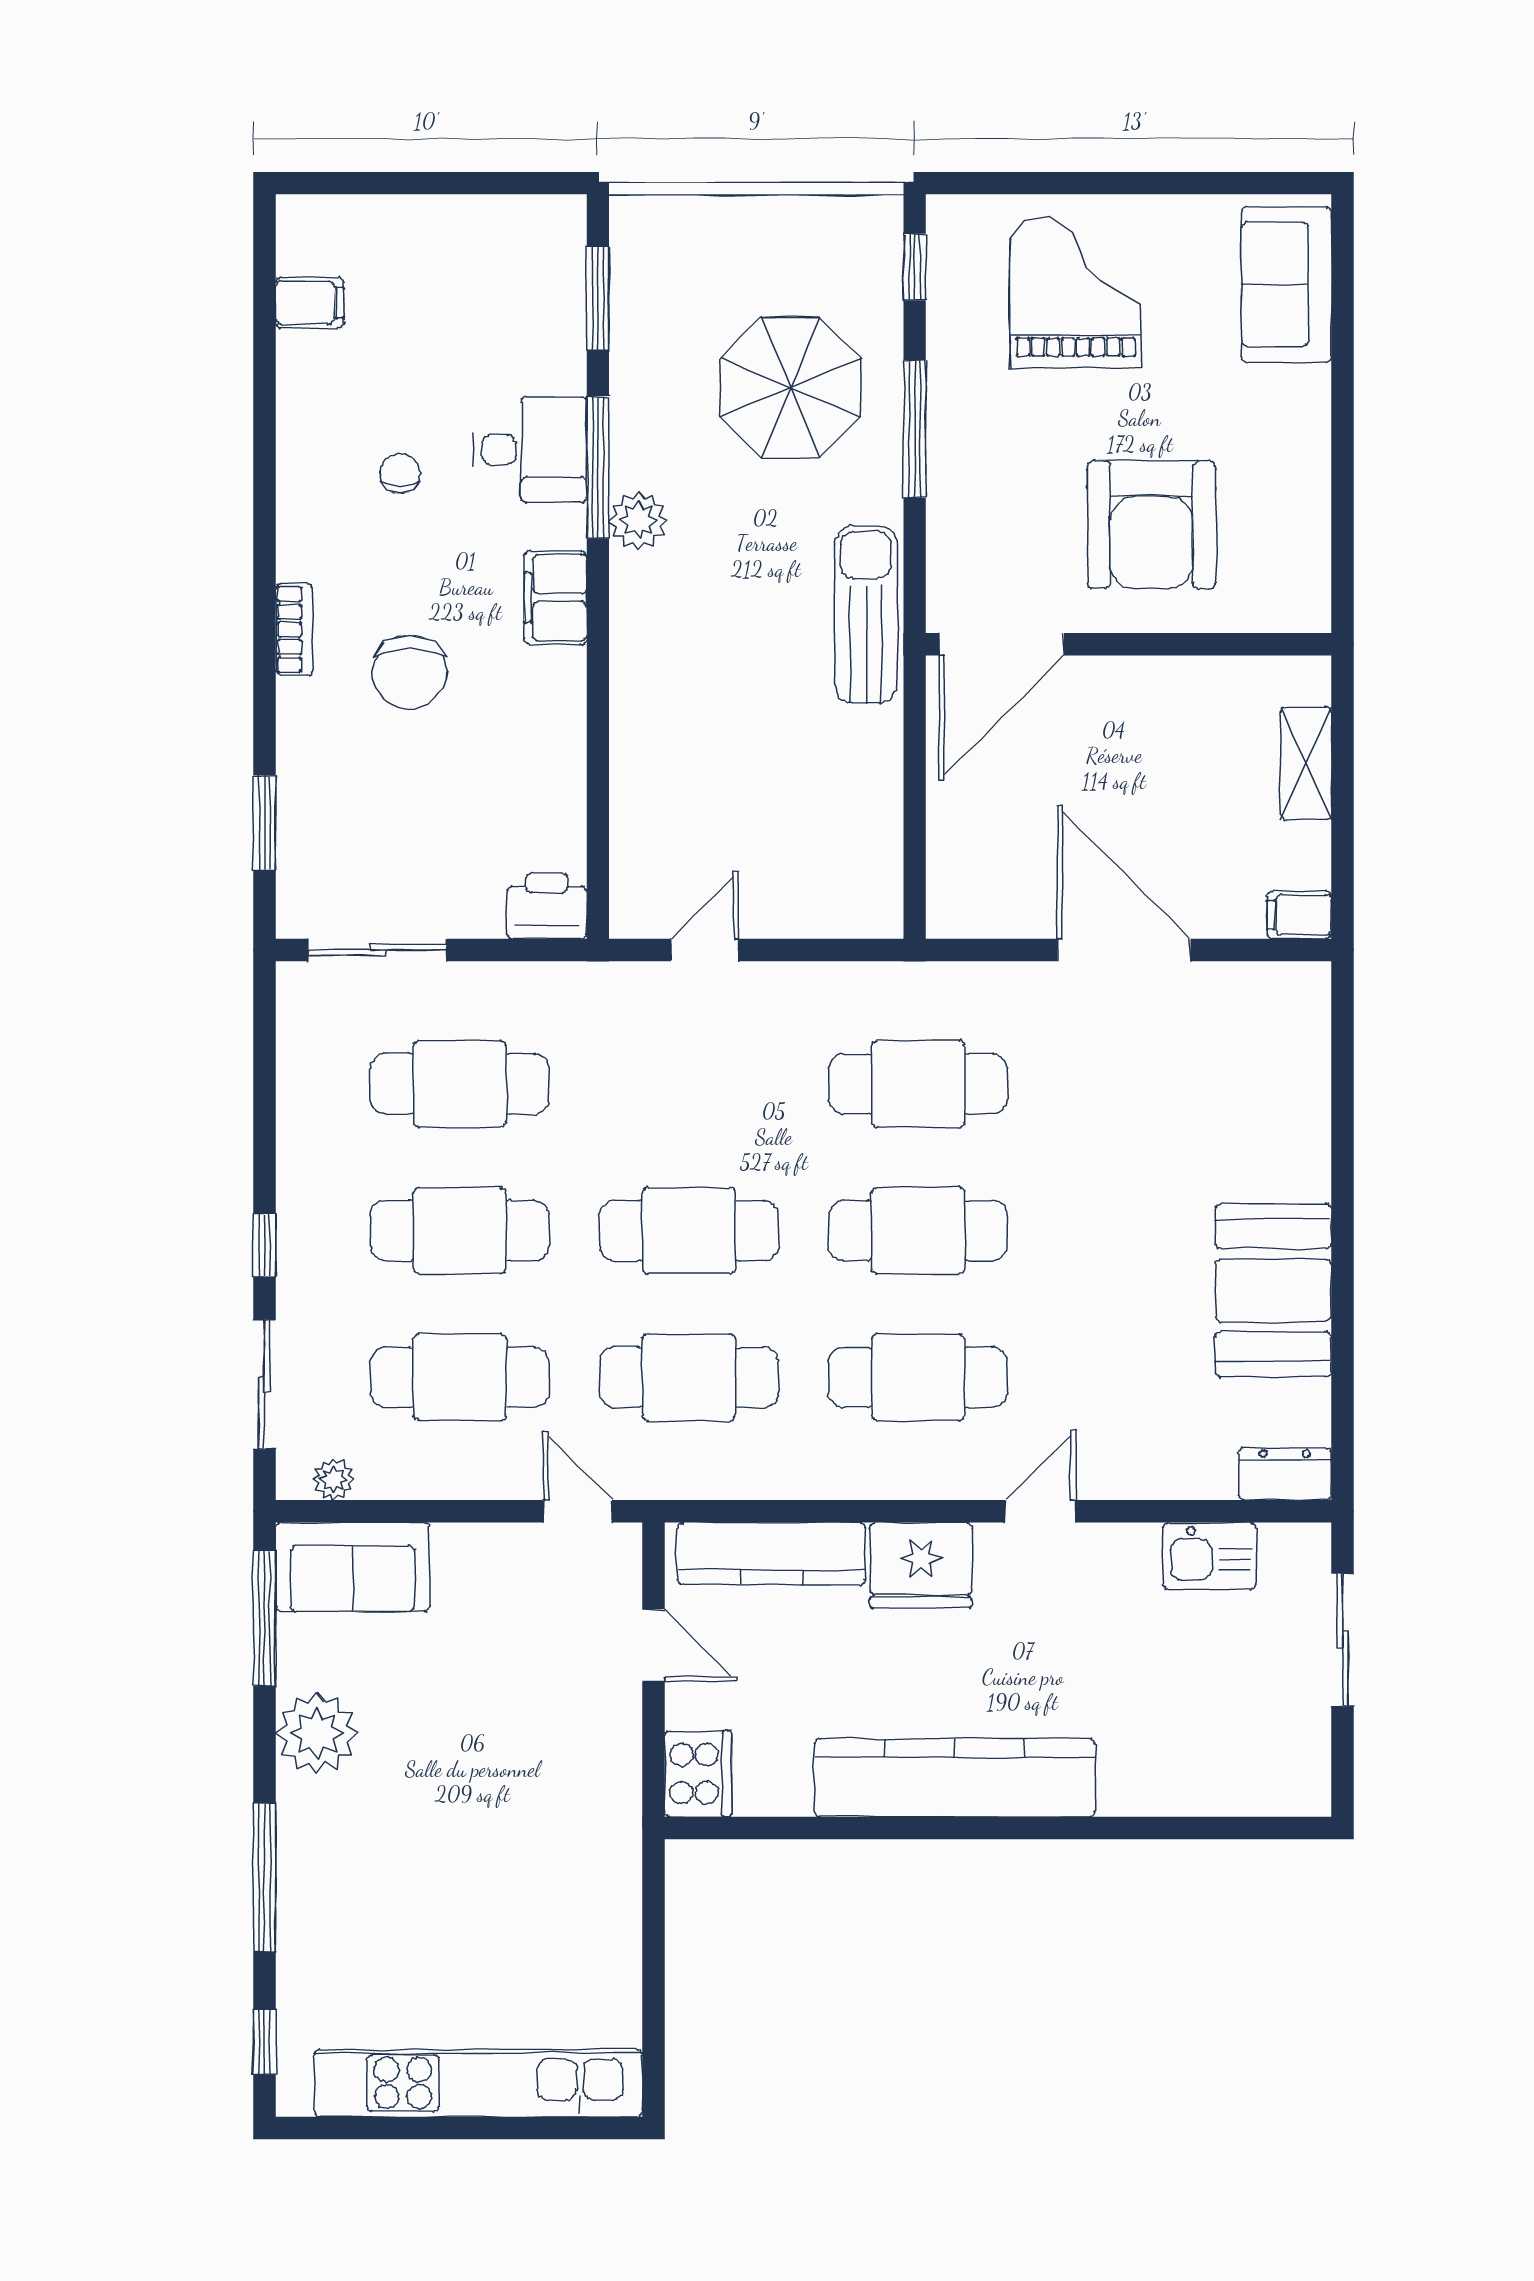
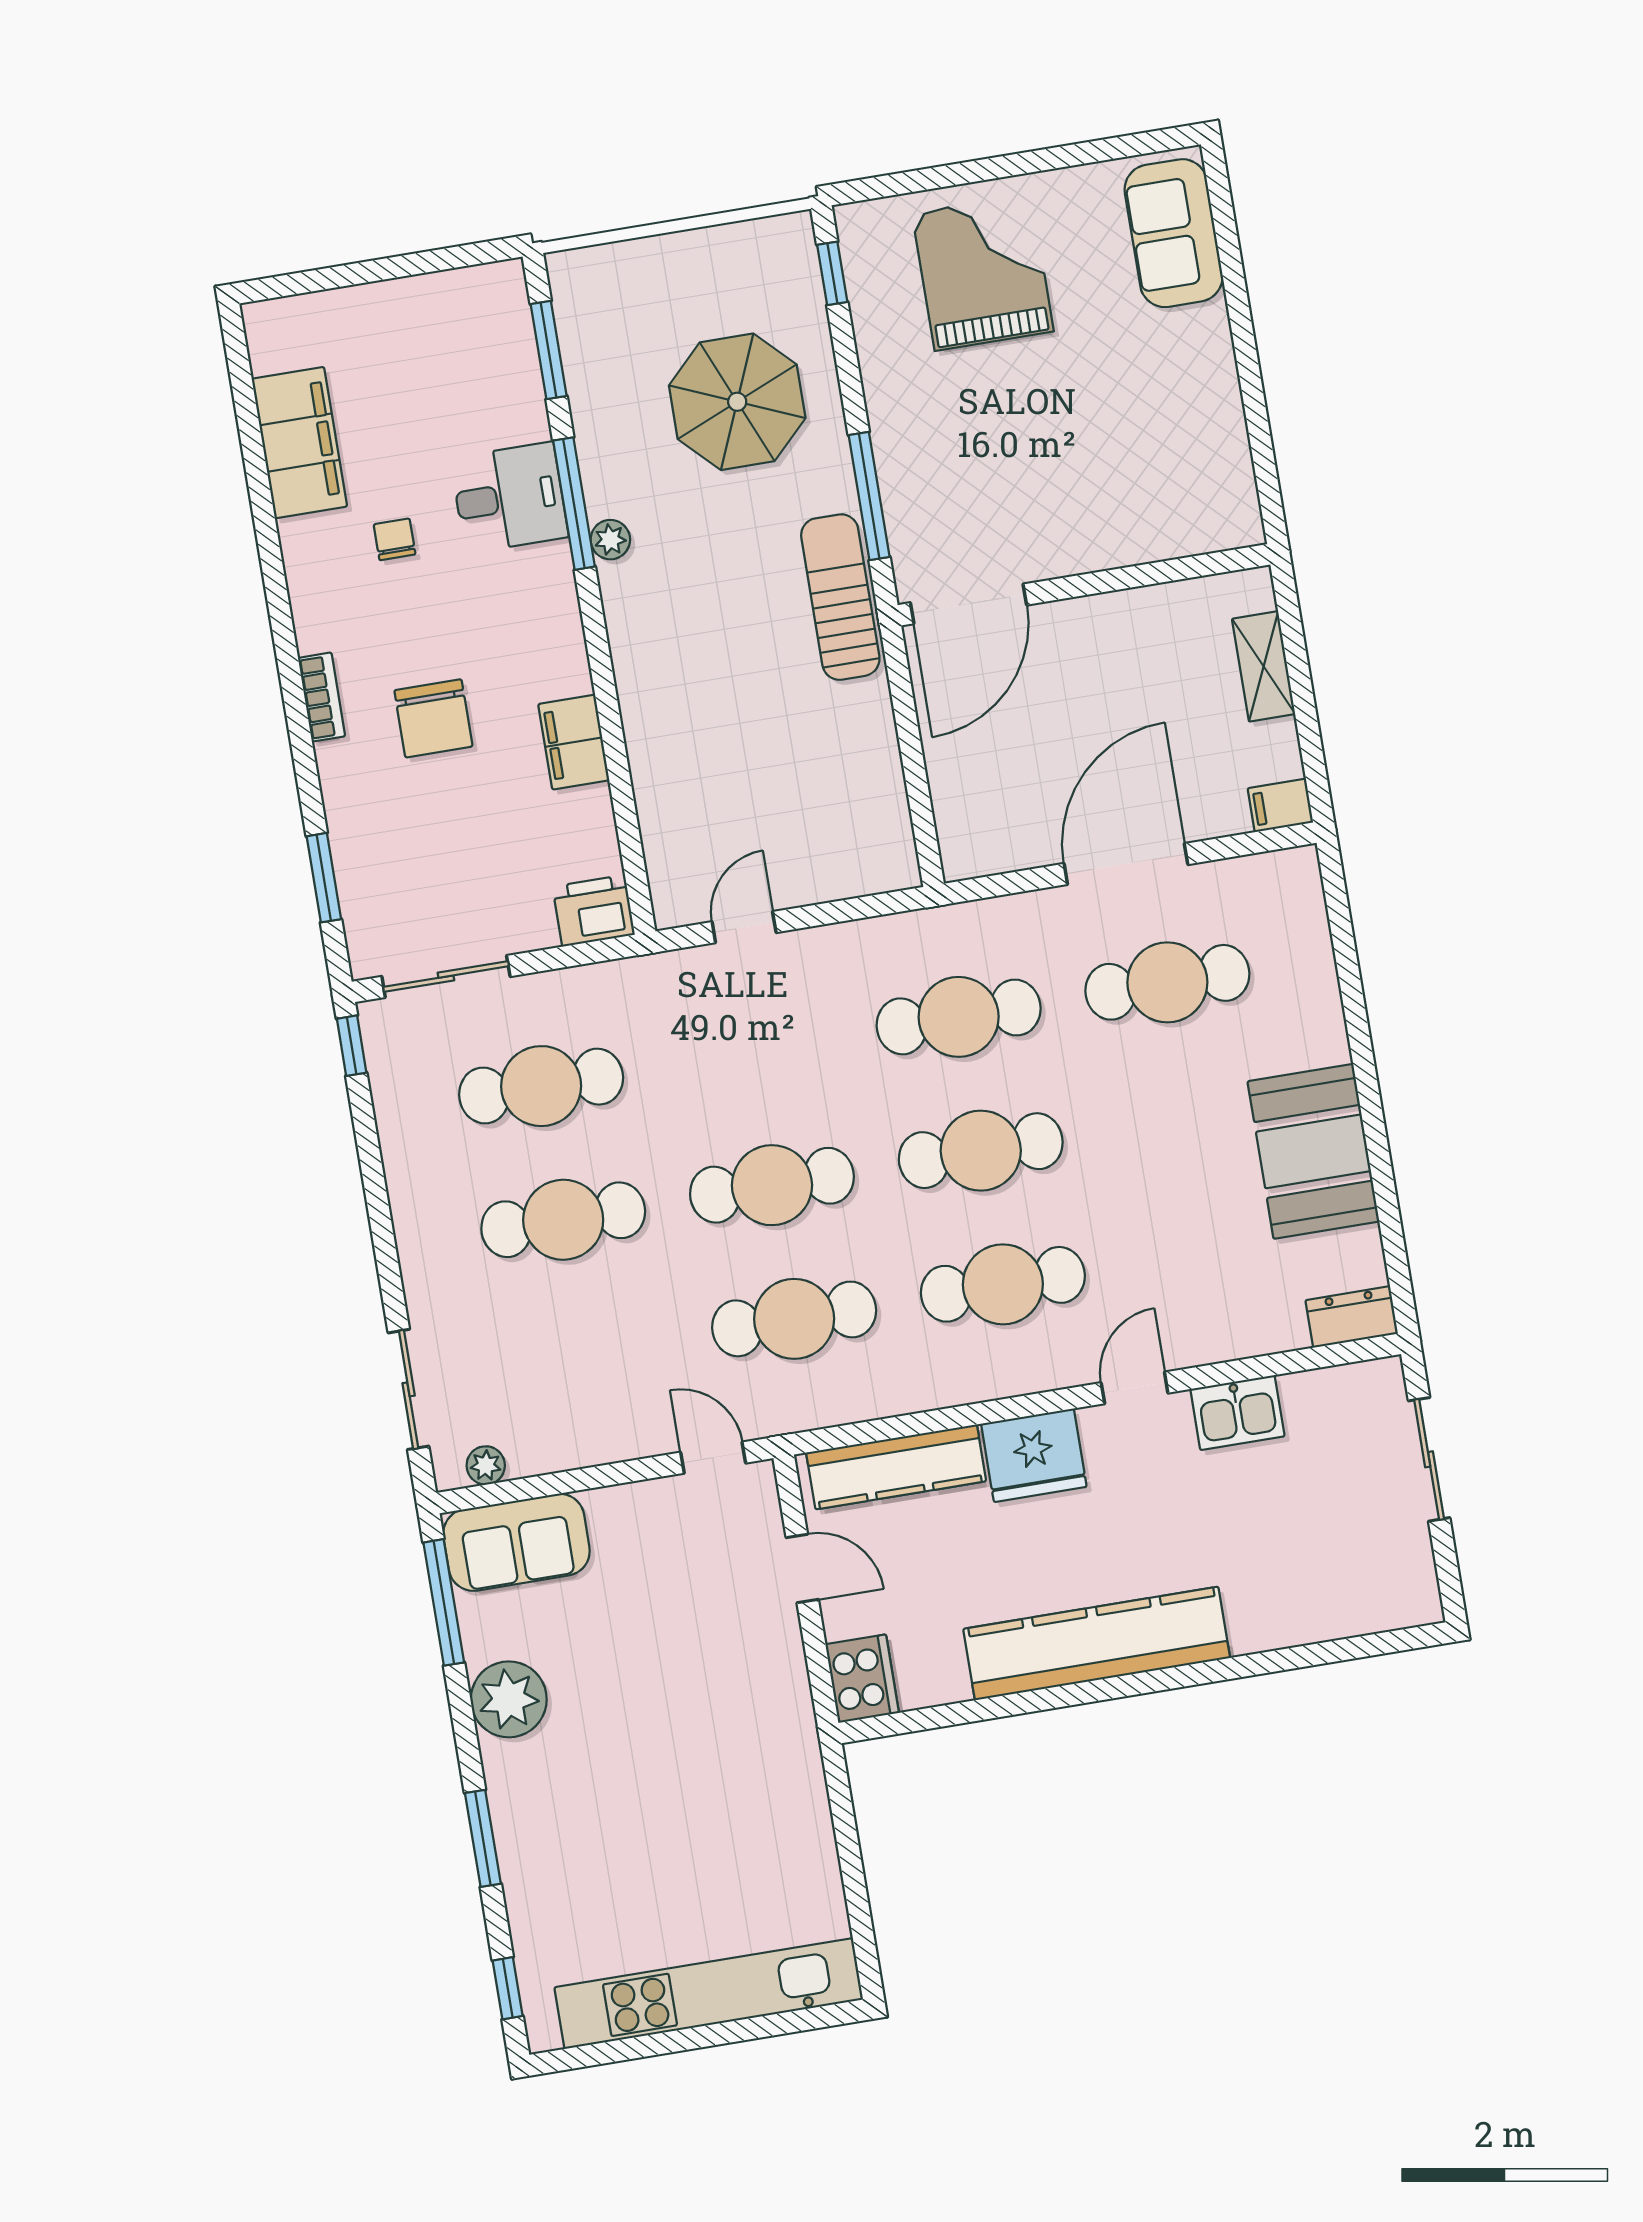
filing cabinet: (310, 303) -> (299, 443), width x3.00, depth x1.17
window: (915, 429) -> (869, 496), moved
plant: (638, 520) -> (610, 540), width x0.73, depth x0.73
armchair: (1151, 525) -> (1087, 472), removed
filing cabinet: (555, 598) -> (574, 742), moved
door: (1124, 950) -> (1126, 864), hinge flipped
window: (264, 1245) -> (352, 1046), moved
cafe table: (460, 1377) -> (1167, 982), moved
kitchen sink: (1210, 1556) -> (1237, 1413), moved
window: (264, 1877) -> (483, 1838), width x0.69

